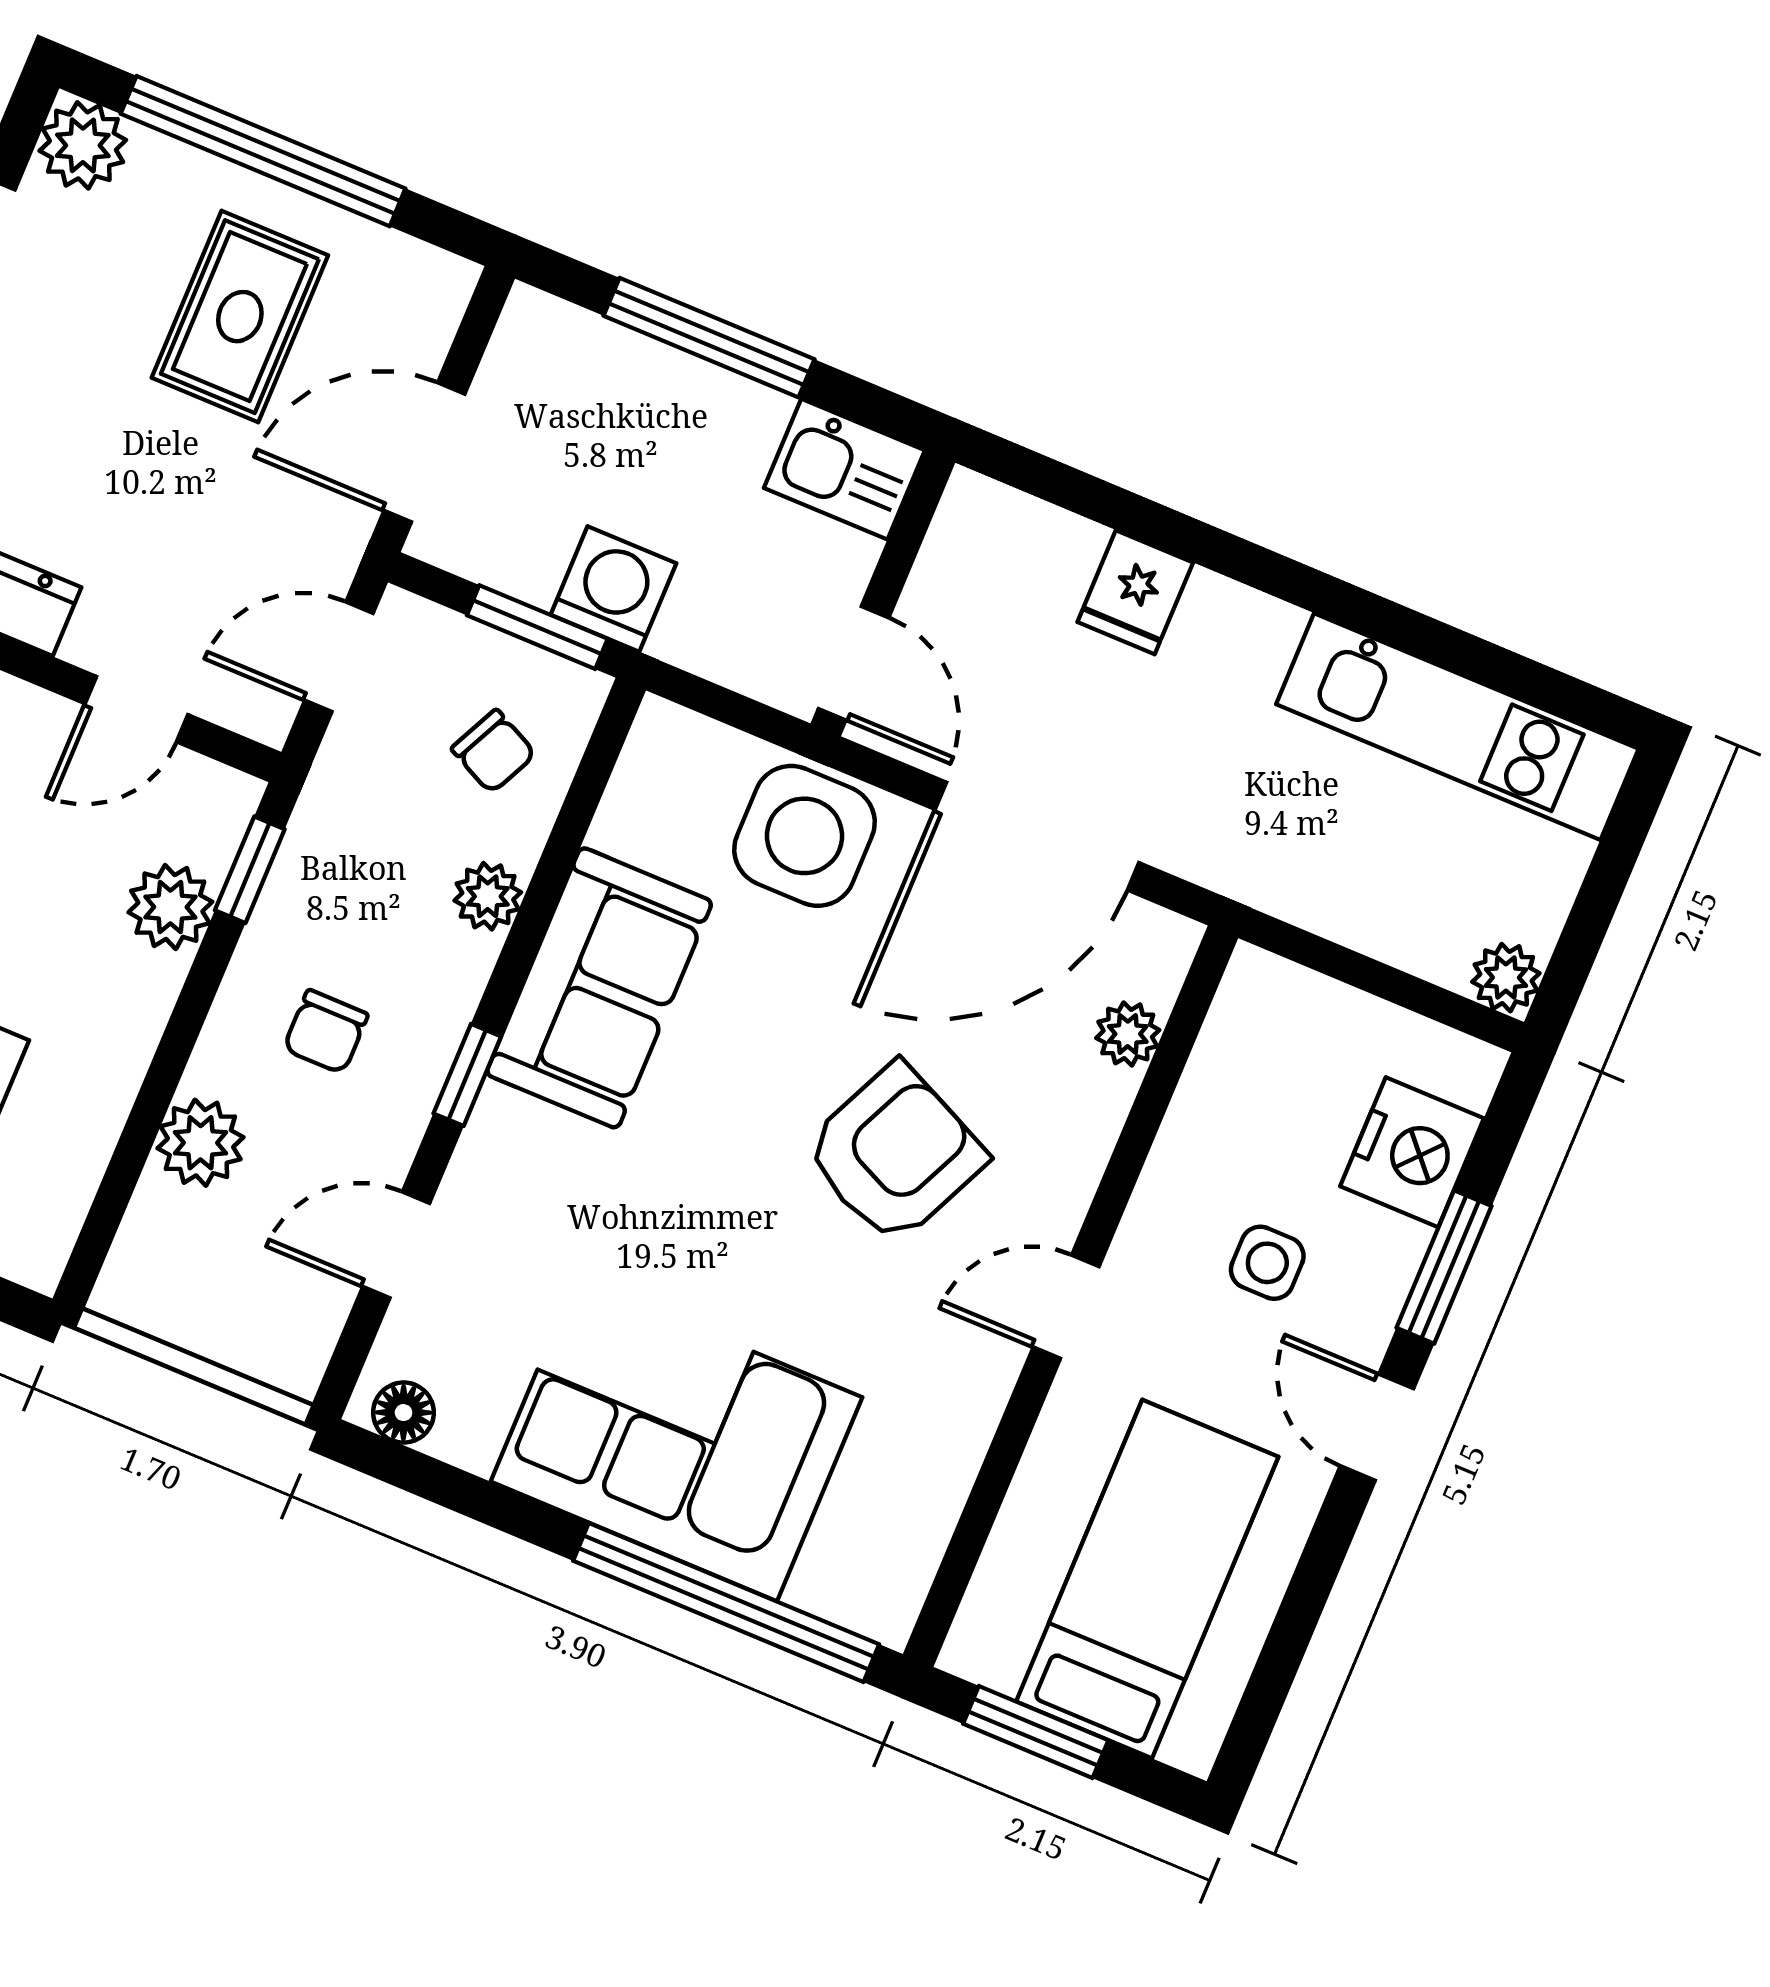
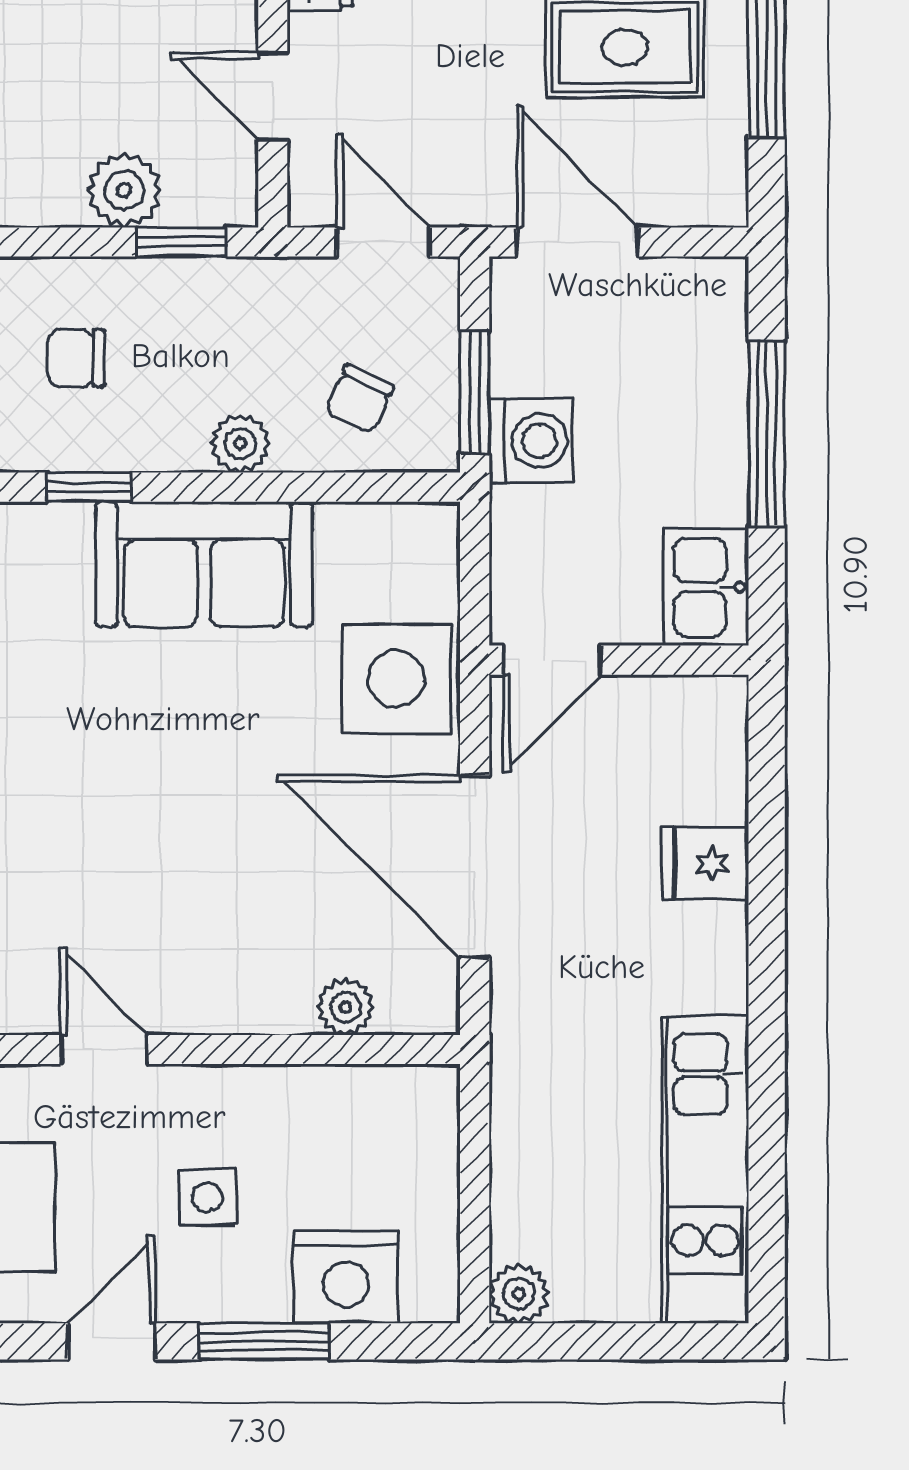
armchair: (895, 1154) -> (170, 859), removed

